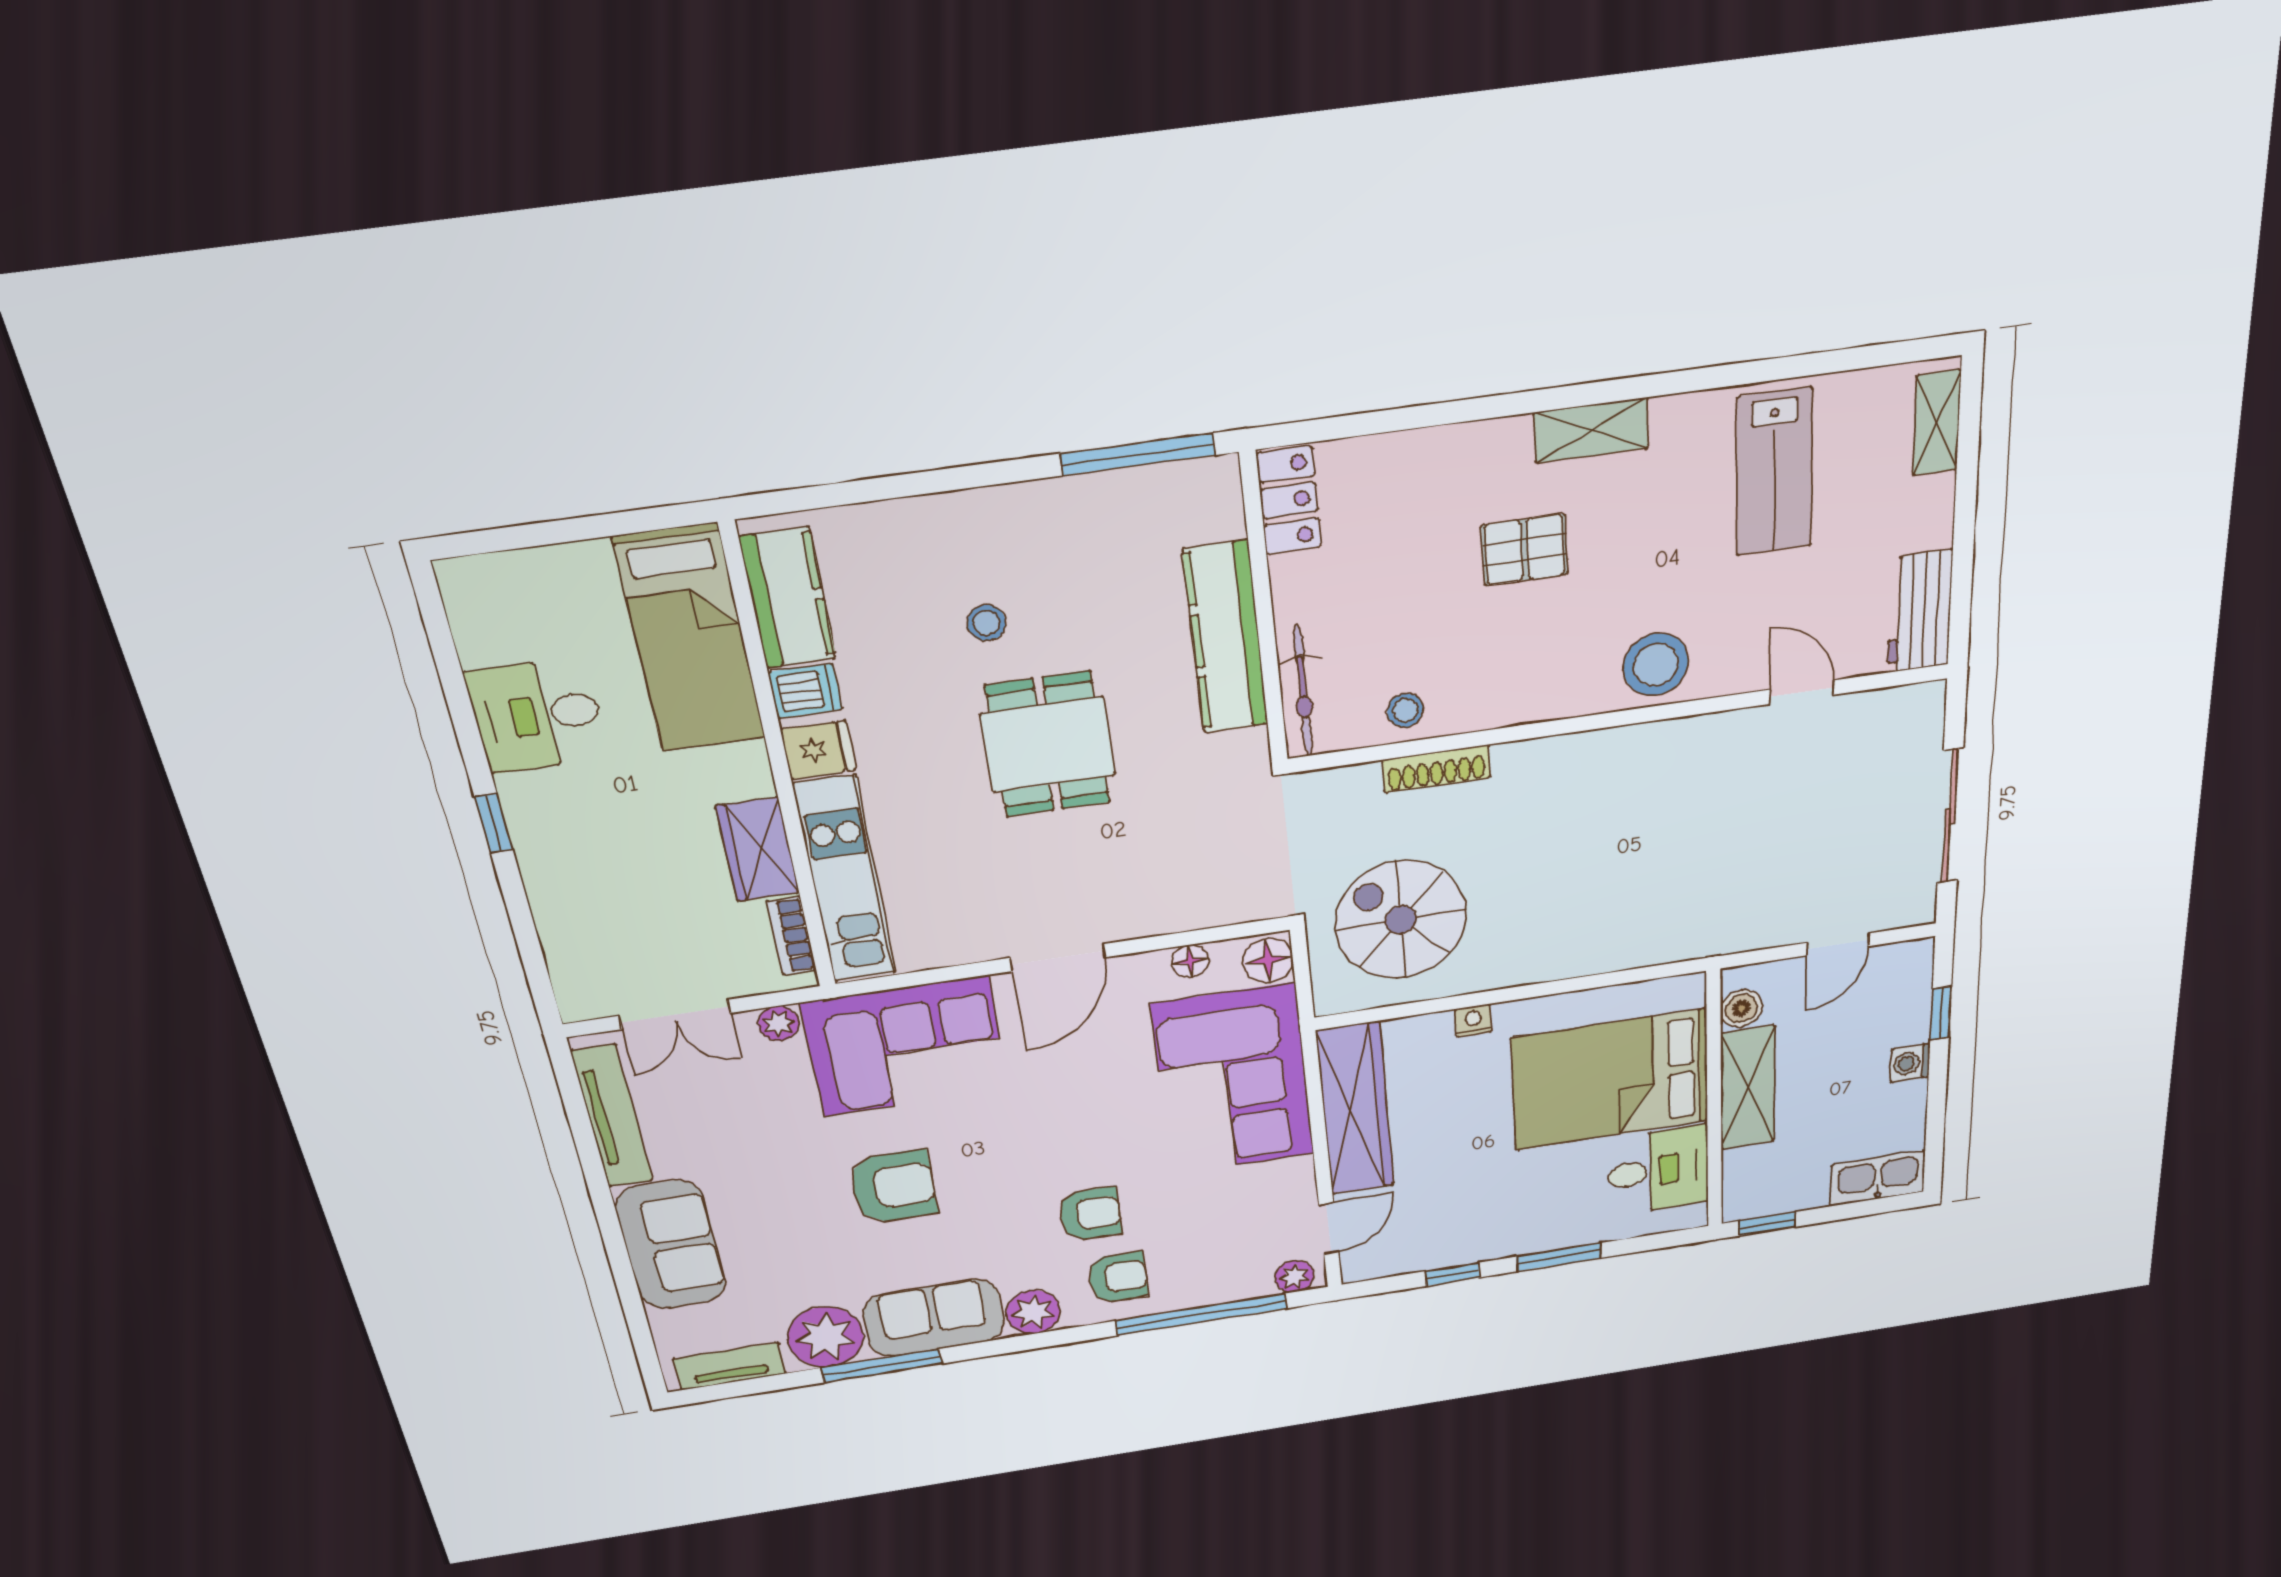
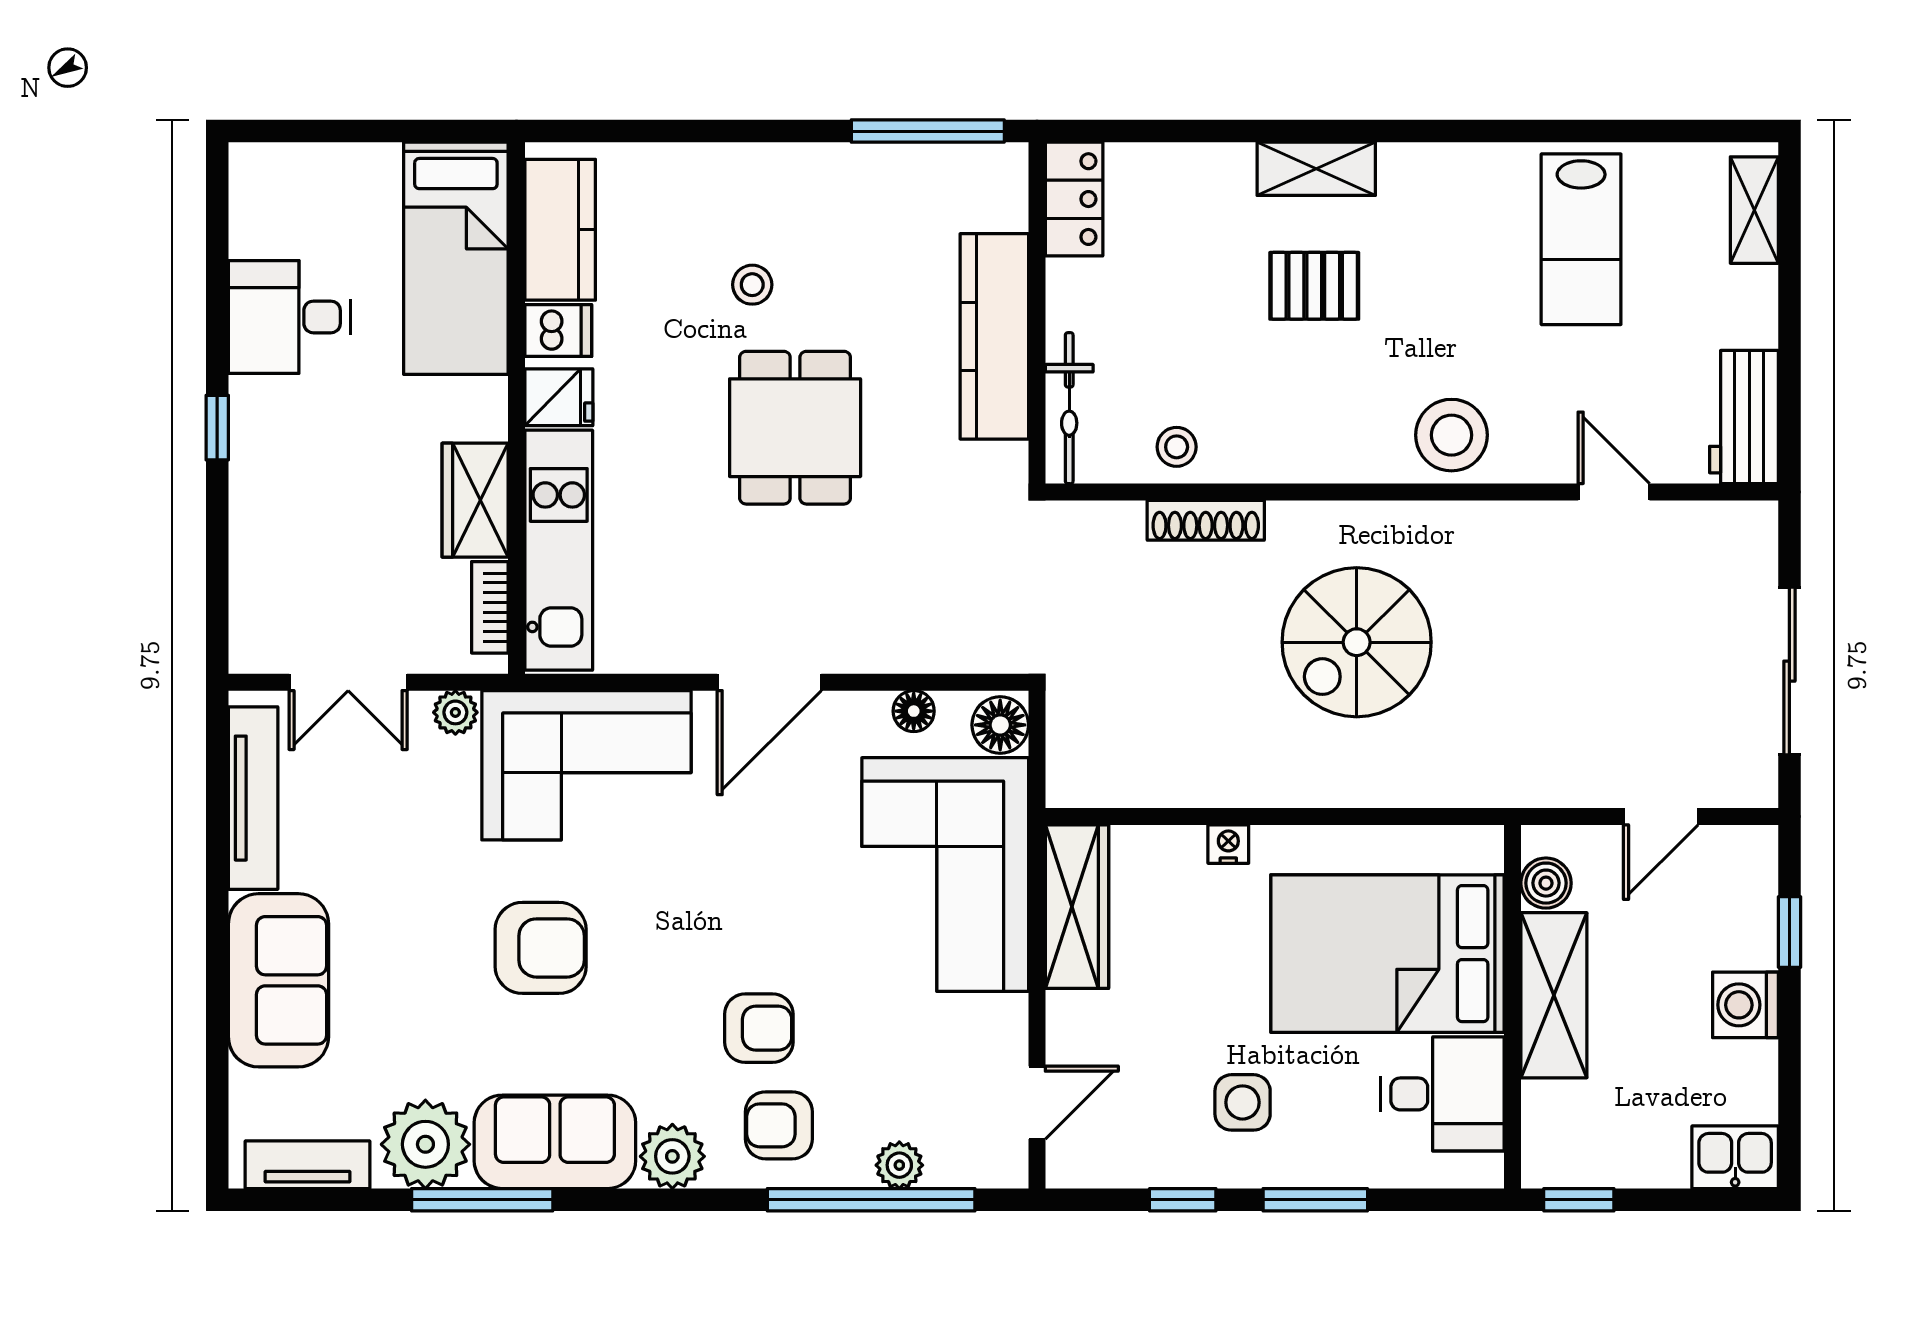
shelving: (1591, 430) -> (1316, 169), moved
spiral stairs: (1401, 920) -> (1357, 642), moved, turned -90
washing machine: (1910, 1063) -> (1745, 1005), width x1.38, depth x1.38
wardrobe: (1355, 1109) -> (1077, 907), width x0.71, depth x0.85
kitchen sink: (1878, 1178) -> (1735, 1157), width x0.73
side table: (1497, 1202) -> (1243, 1102), added
plant: (1294, 1276) -> (899, 1165), moved
armchair: (1118, 1277) -> (779, 1125), turned 180

